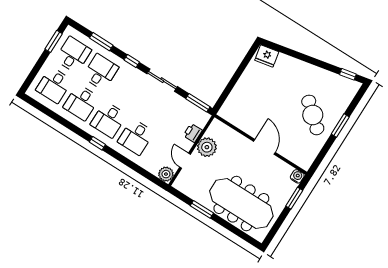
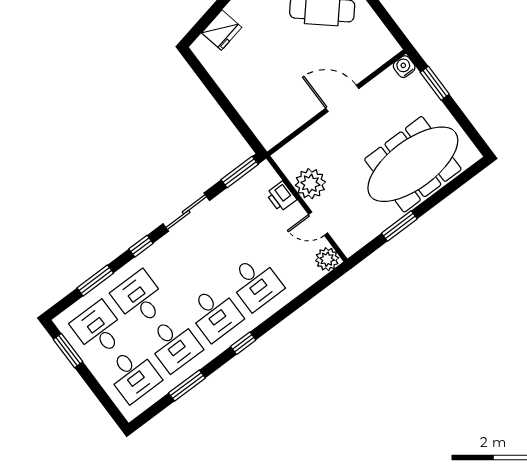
fridge: (267, 56) -> (222, 30), moved
window: (60, 120) -> (187, 385), added

